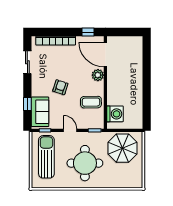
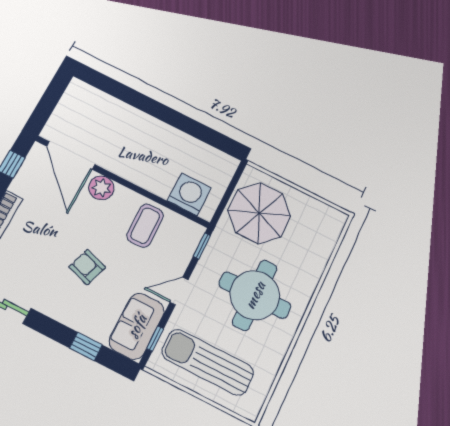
door: (105, 55) -> (71, 155), hinge flipped
sofa: (40, 112) -> (137, 326), moved, turned -90

